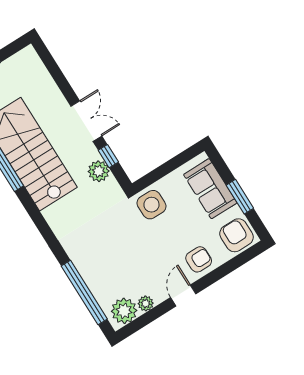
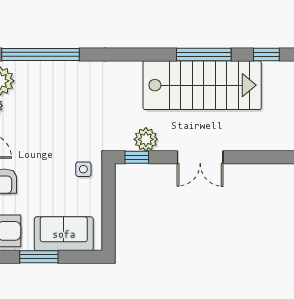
window: (108, 156) -> (137, 157), moved
side table: (151, 205) -> (83, 169), width x0.54, depth x0.54

